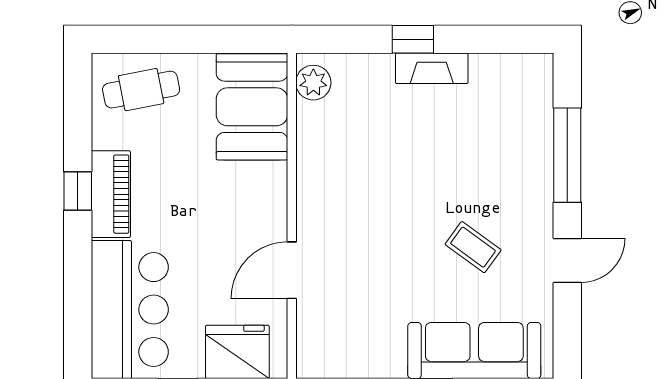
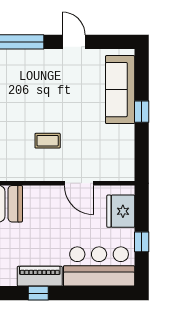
coffee table: (473, 247) -> (48, 141), moved, turned 54

